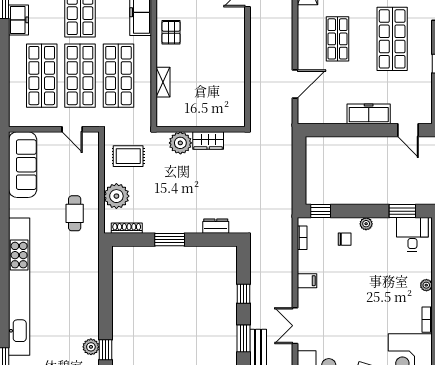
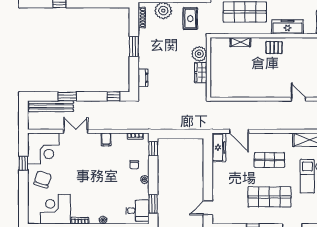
freezer: (369, 114) -> (219, 147), moved
window: (243, 294) -> (113, 96), moved

